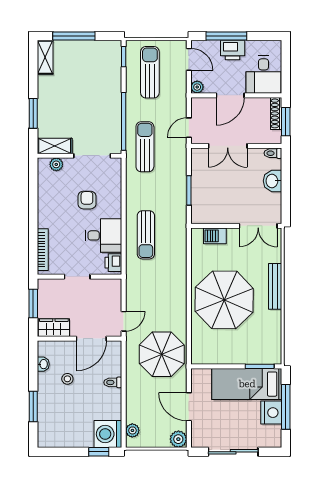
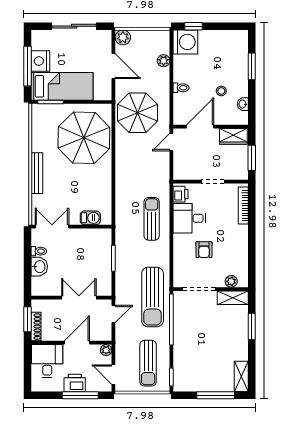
sun lounger: (145, 147) -> (153, 297), width x1.36, depth x1.34
toilet: (273, 153) -> (39, 251), moved
parasol: (224, 300) -> (84, 138), moved
plant: (132, 430) -> (164, 61), moved

